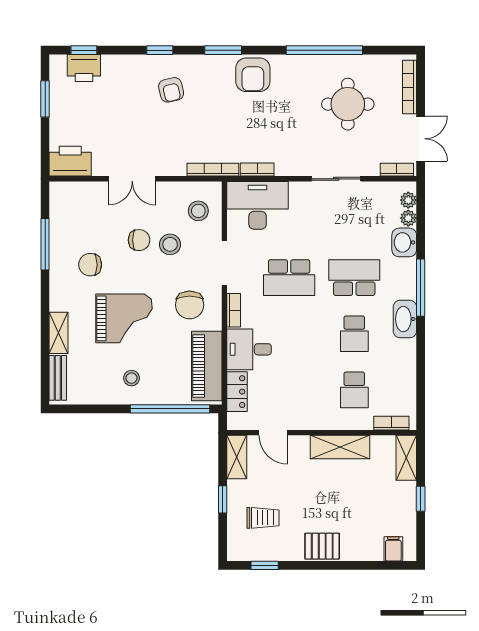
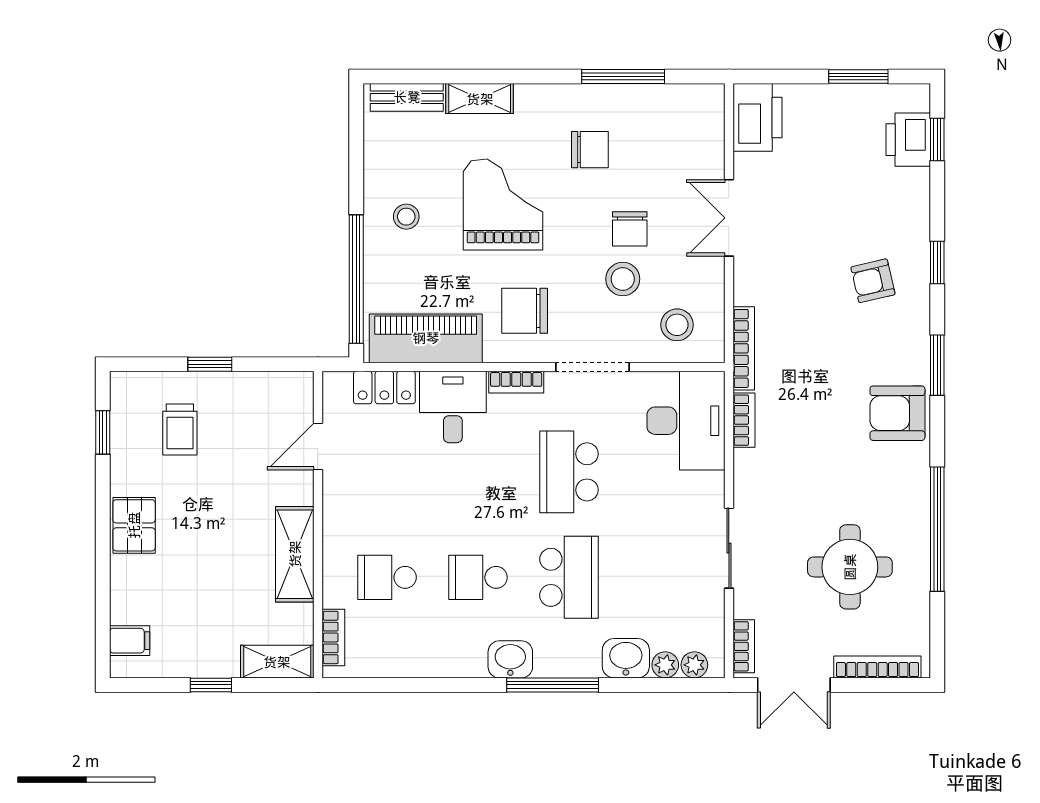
chair: (90, 265) -> (590, 150), turned 90
grand piano: (124, 318) -> (503, 205), turned 180
washbasin: (405, 319) -> (510, 659), width x0.72
shelving: (237, 457) -> (278, 387), removed

